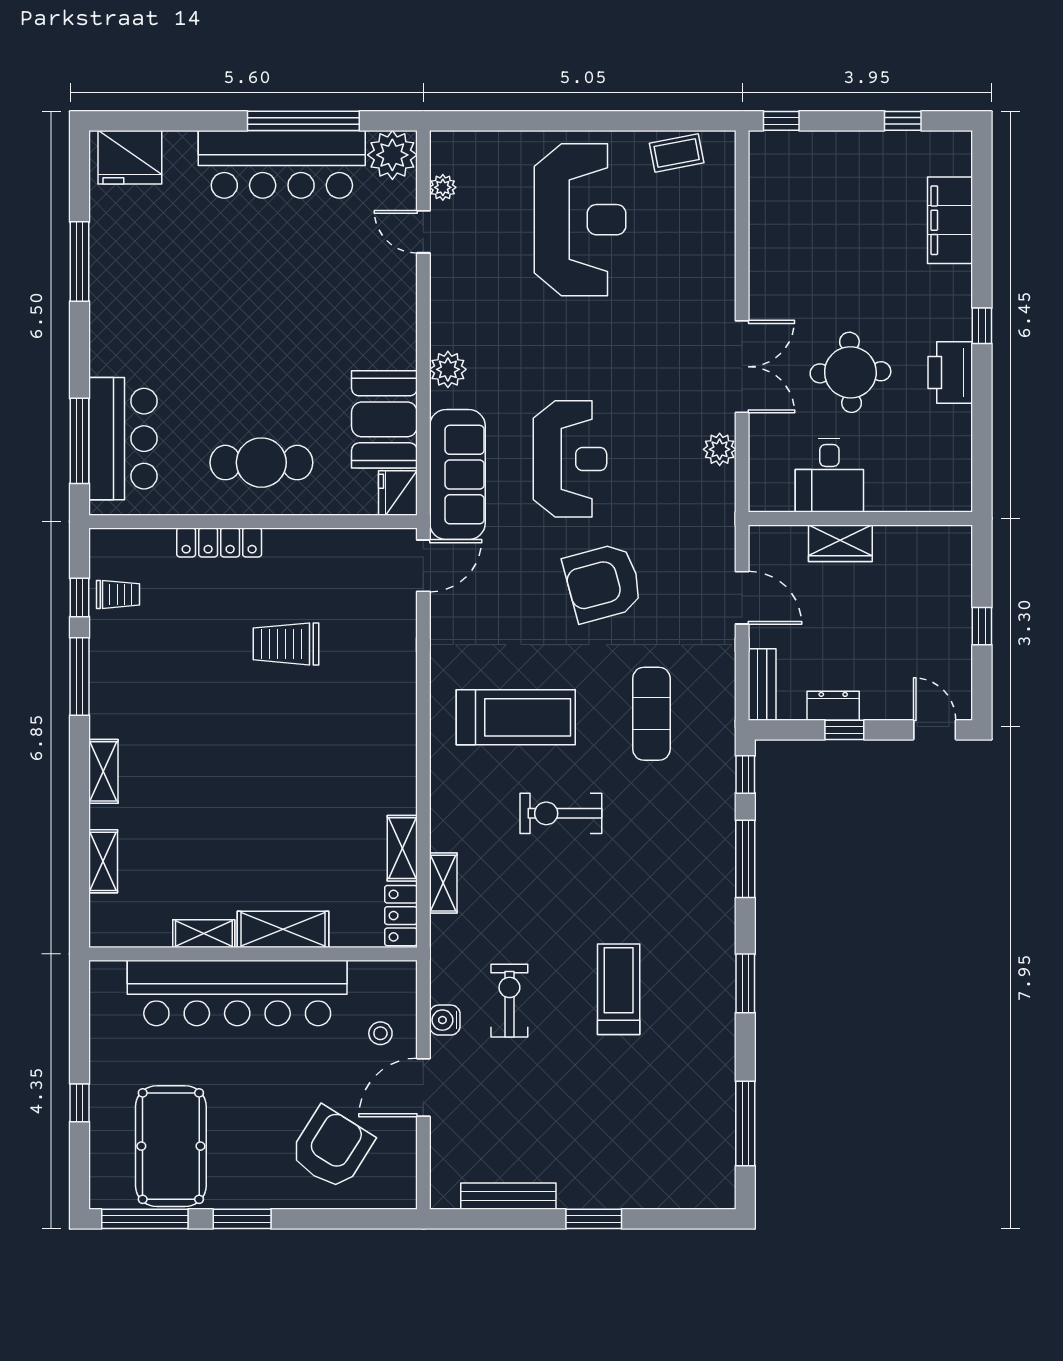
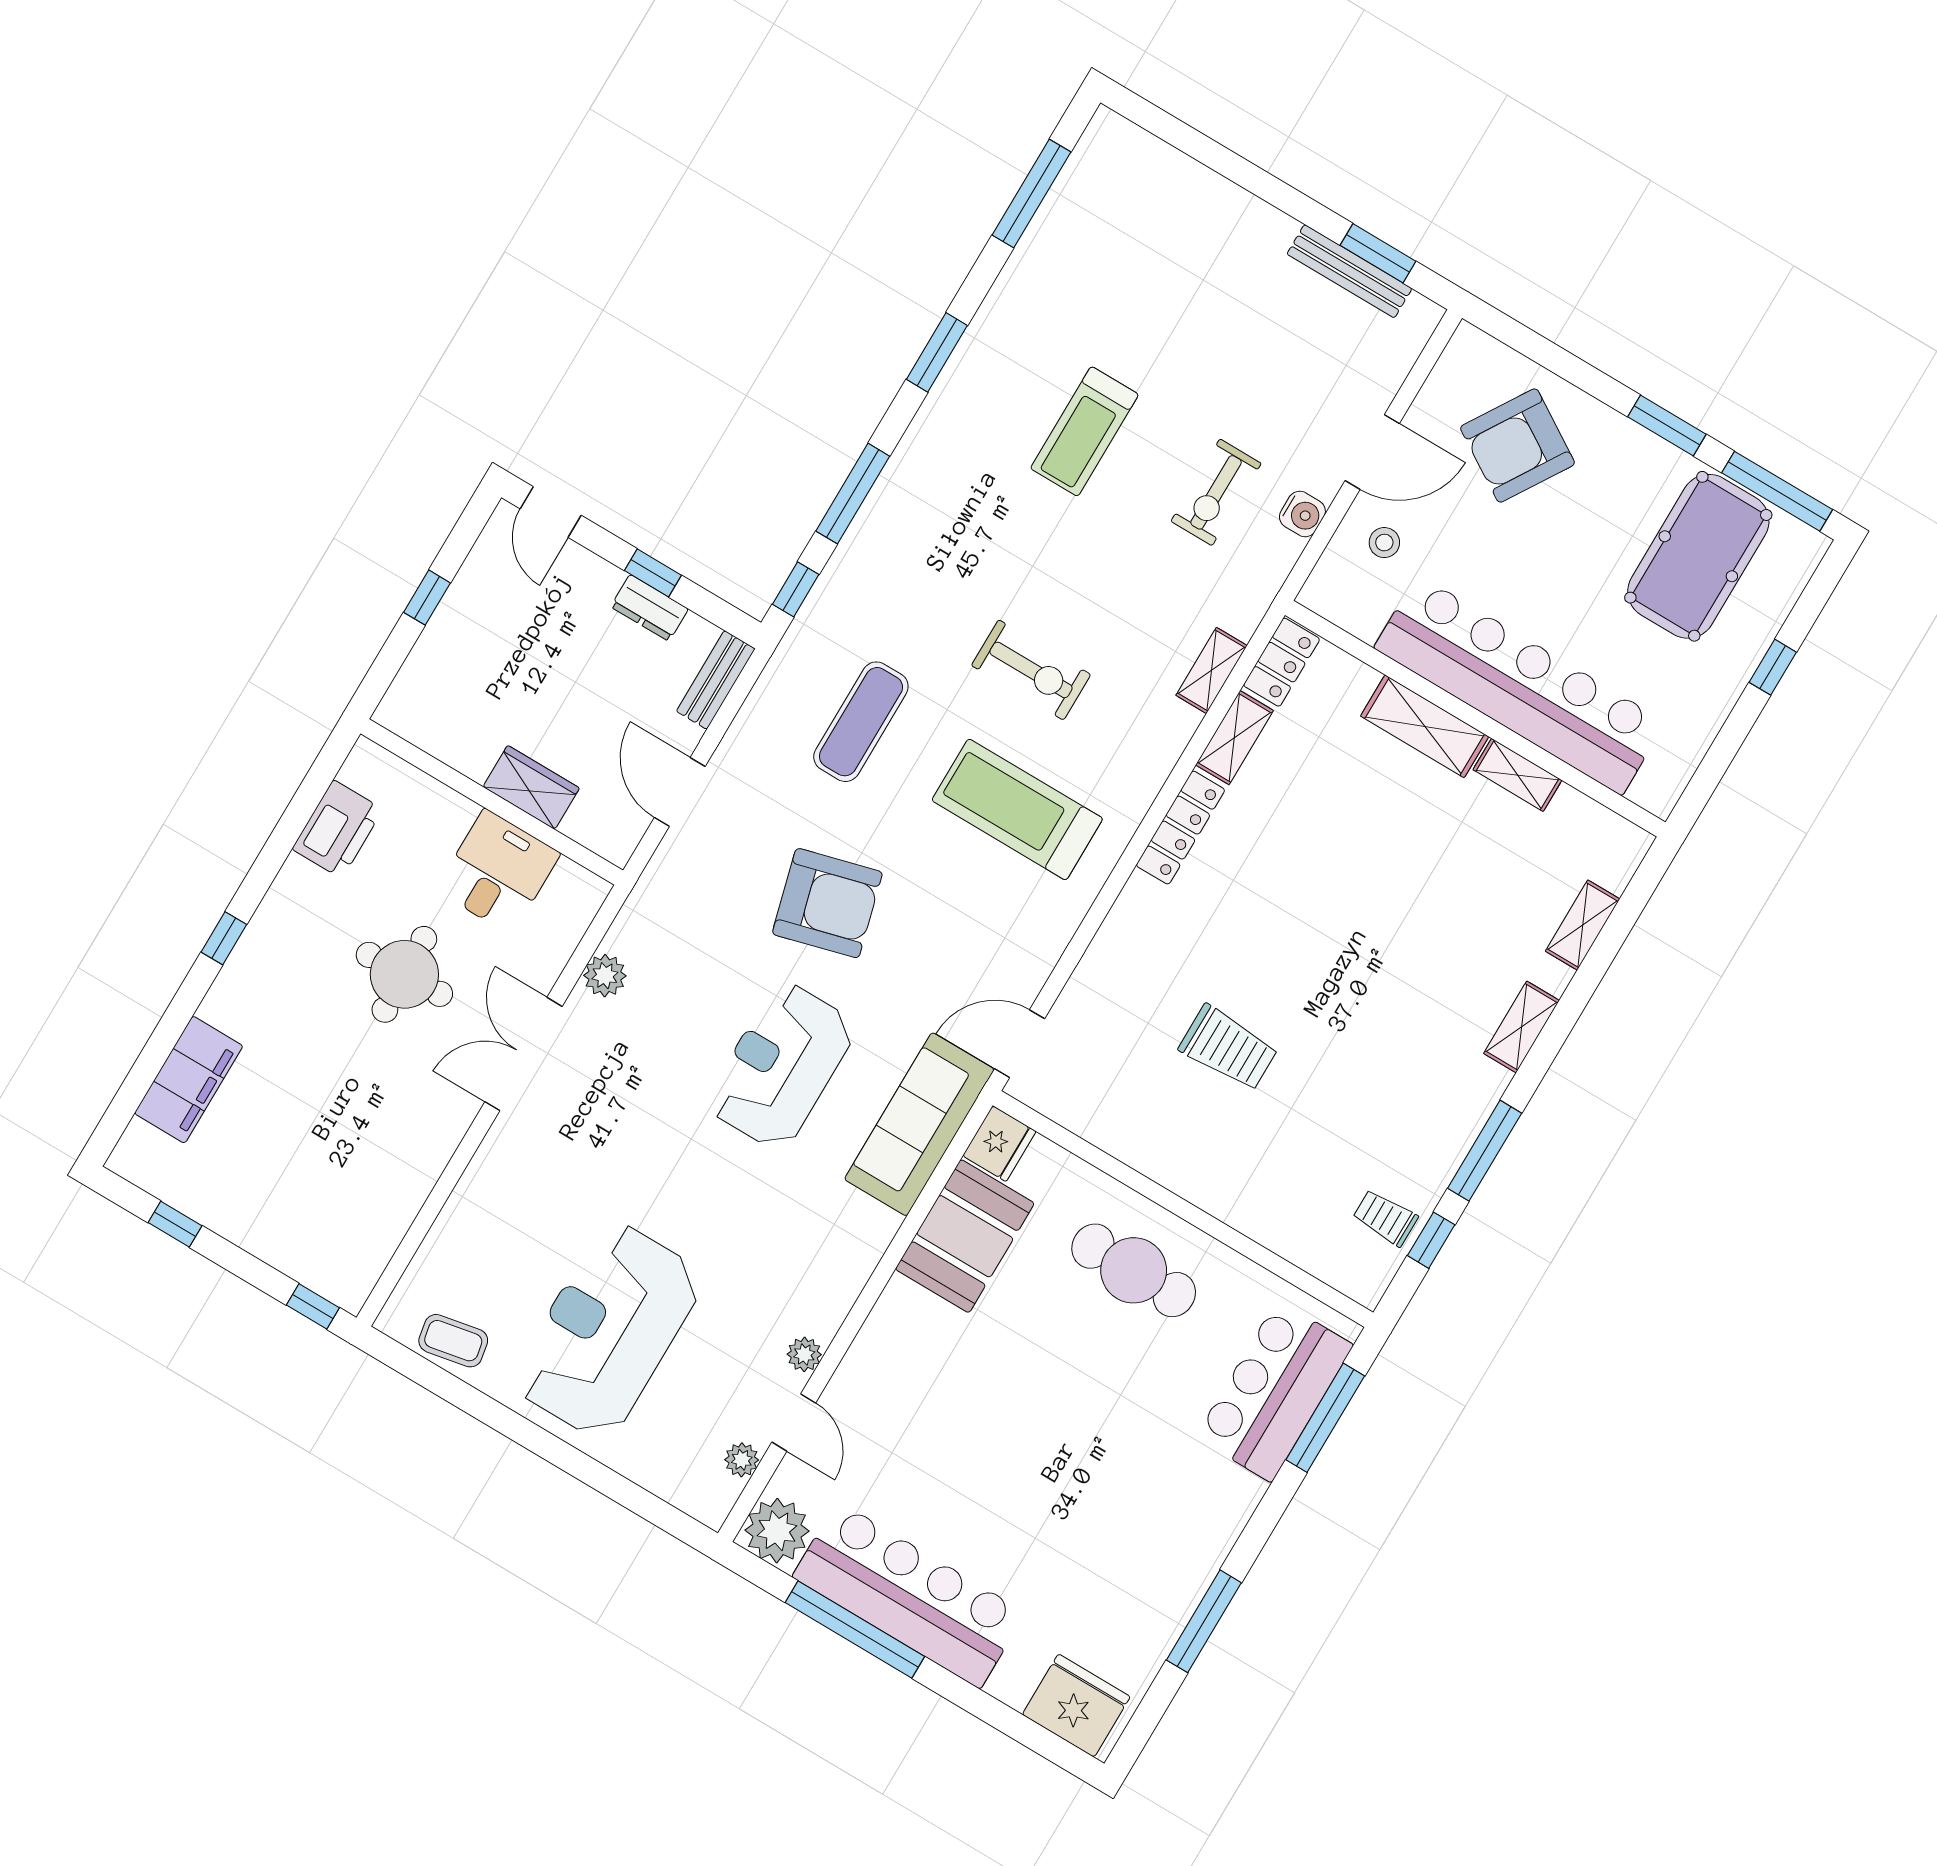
plant: (448, 369) -> (804, 1354), moved, width x0.73, depth x0.73
printer: (950, 372) -> (338, 829), moved
locker: (219, 542) -> (1180, 828), moved, turned 90
window: (594, 1219) -> (1378, 253), moved

